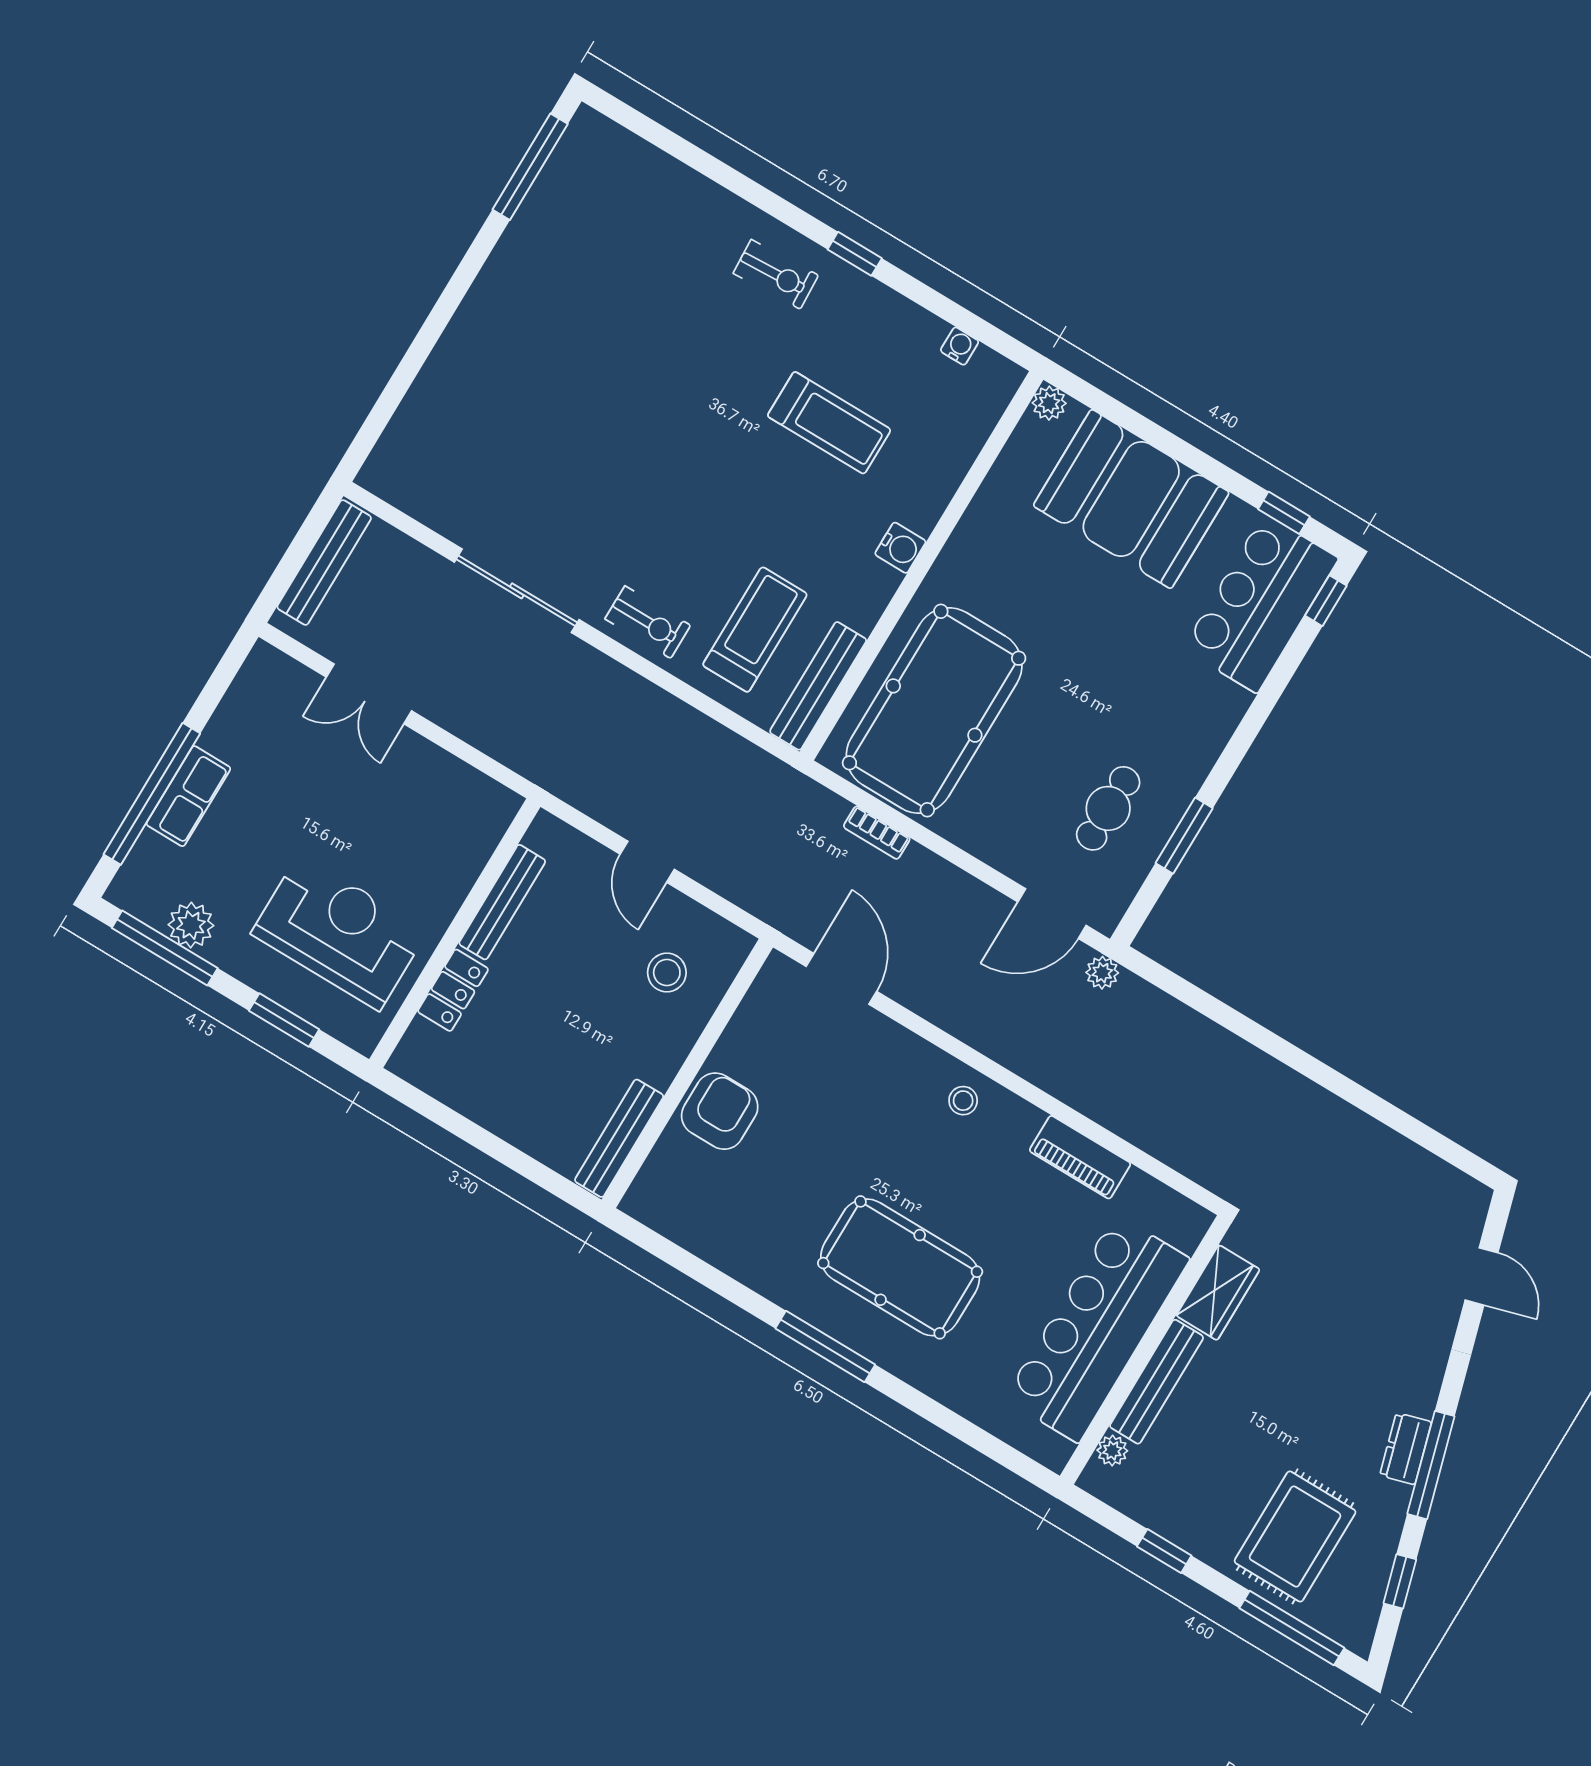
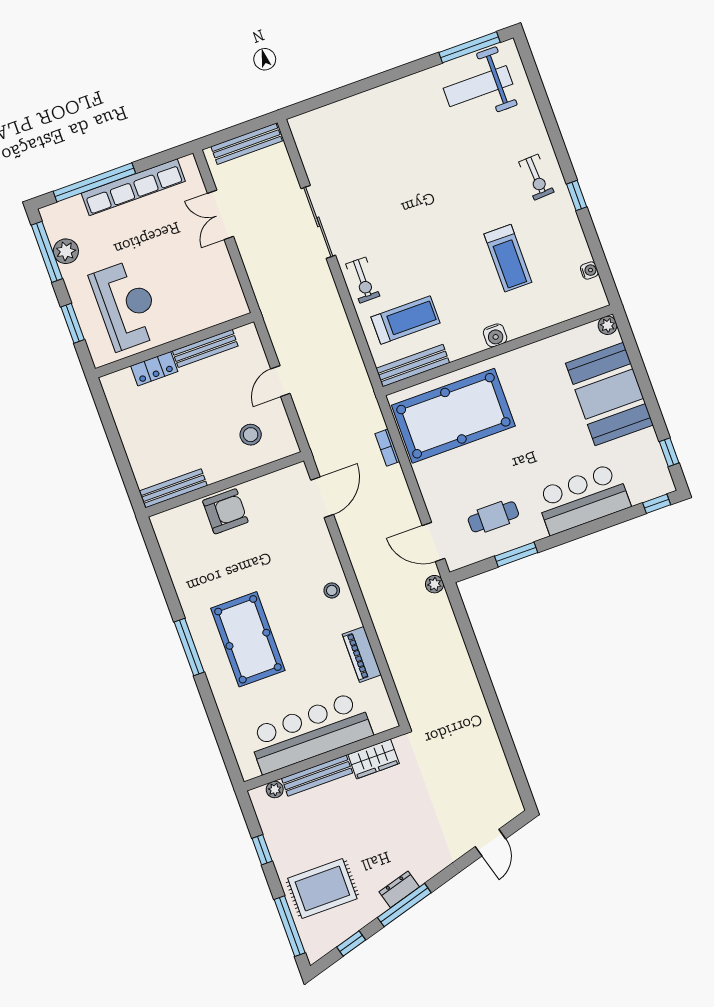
weight bench: (587, 212) -> (478, 86), added
bar counter: (1261, 604) -> (583, 499), moved
row of seats: (188, 796) -> (133, 187), width x2.02

